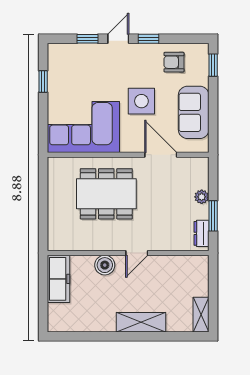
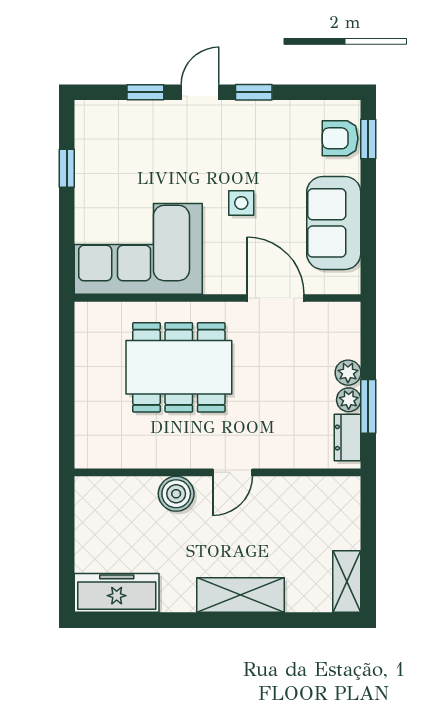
armchair: (174, 62) -> (340, 138), moved
side table: (141, 101) -> (241, 203), width x0.54, depth x0.54
plant: (202, 212) -> (349, 400), added
freezer: (58, 279) -> (117, 593), moved, turned -90

